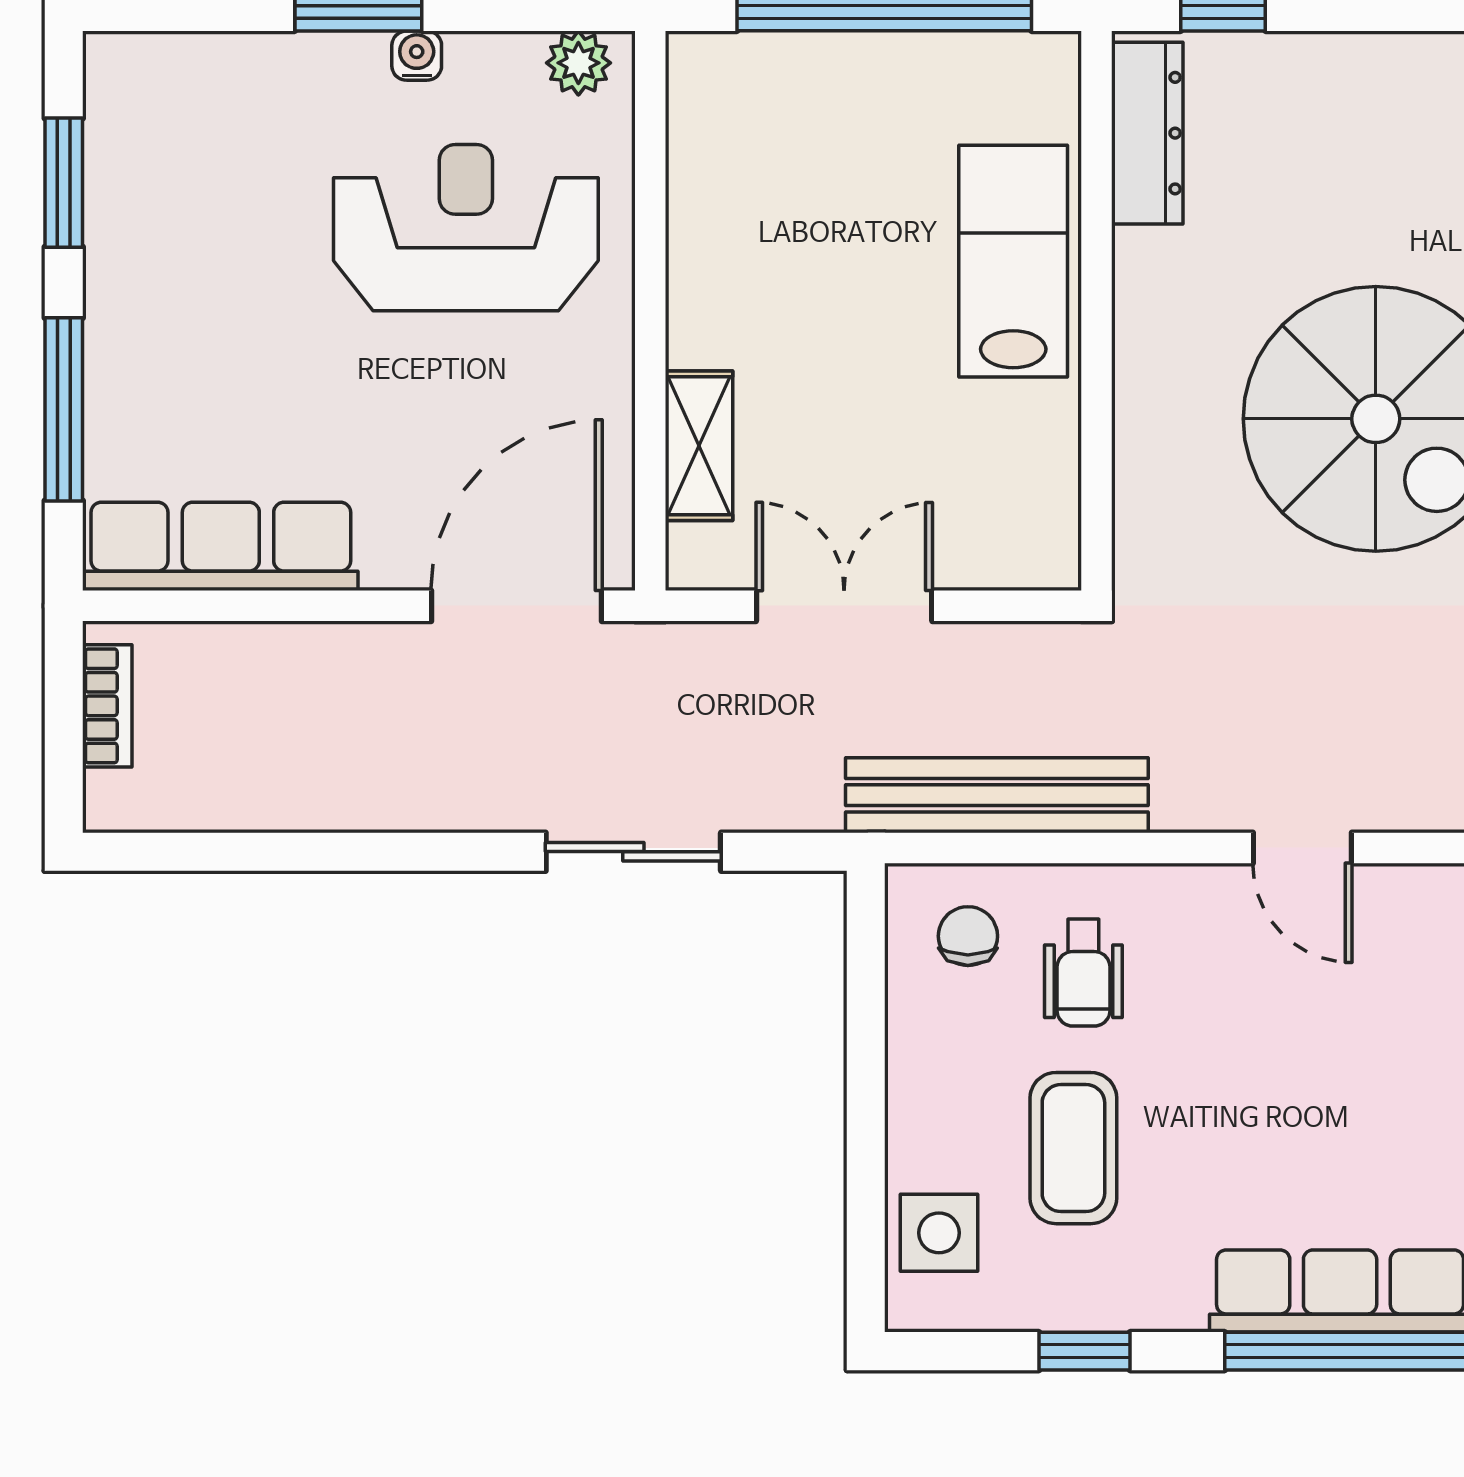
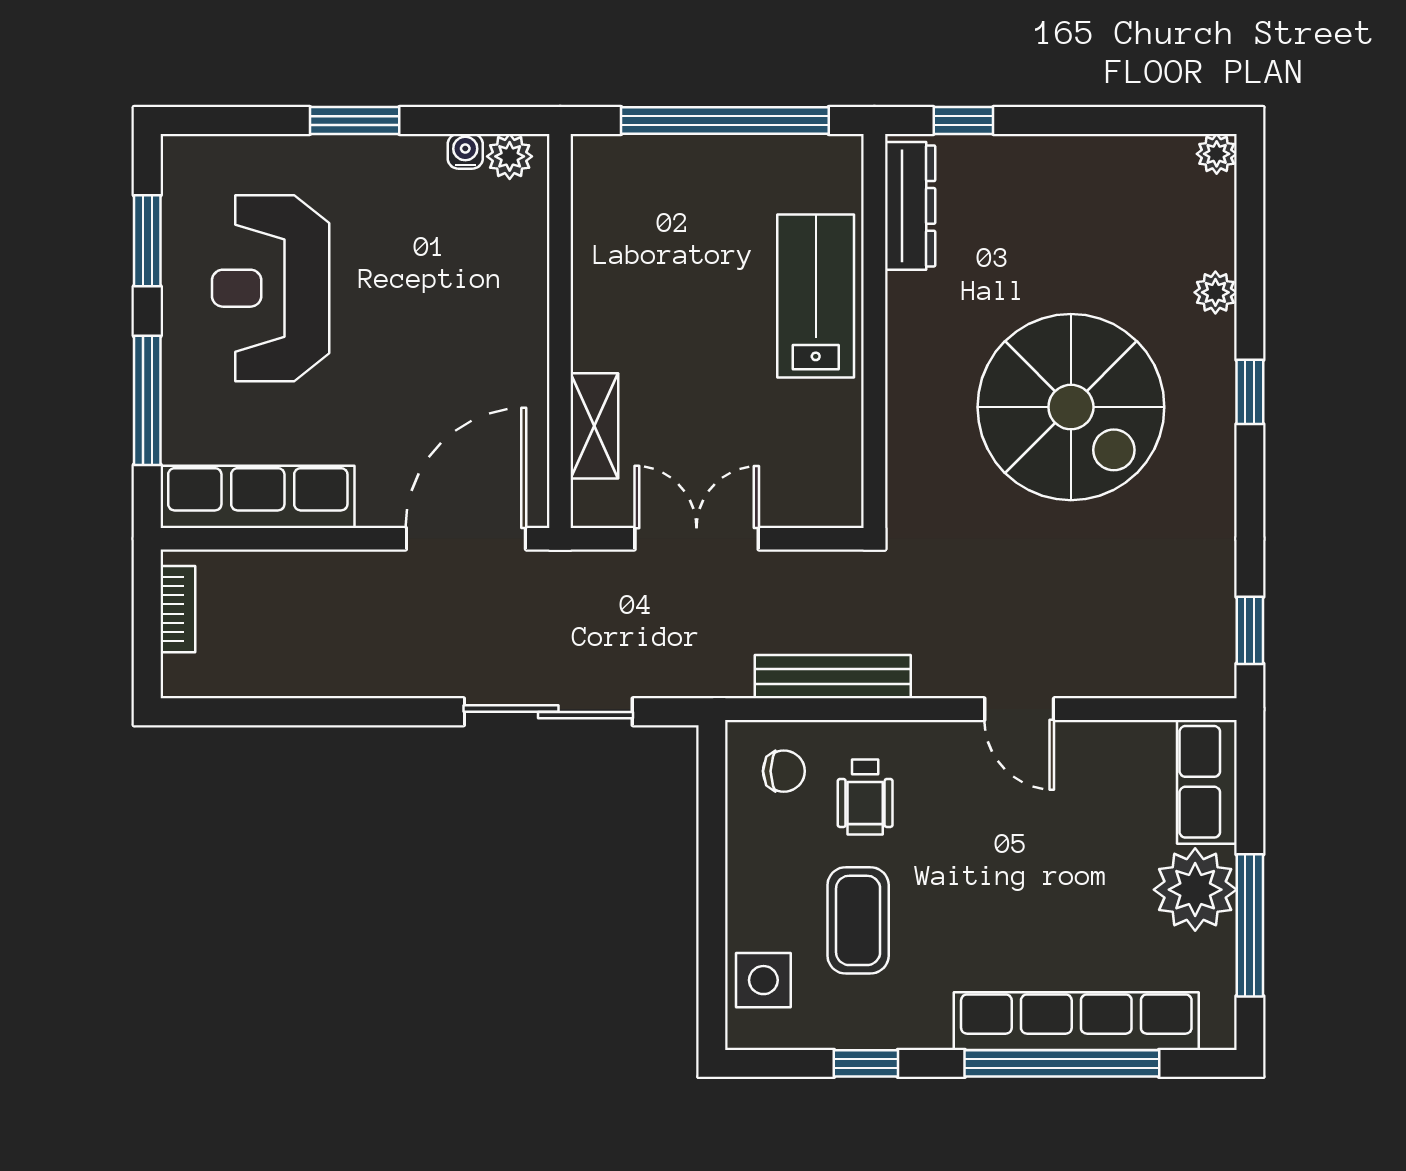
water cooler: (417, 56) -> (465, 151), moved
reception desk: (466, 228) -> (271, 288), moved, turned -90
bench: (997, 795) -> (833, 677), width x0.73, depth x0.82
sliding door: (633, 852) -> (548, 712), width x1.37
chair: (968, 936) -> (784, 771), turned 90

